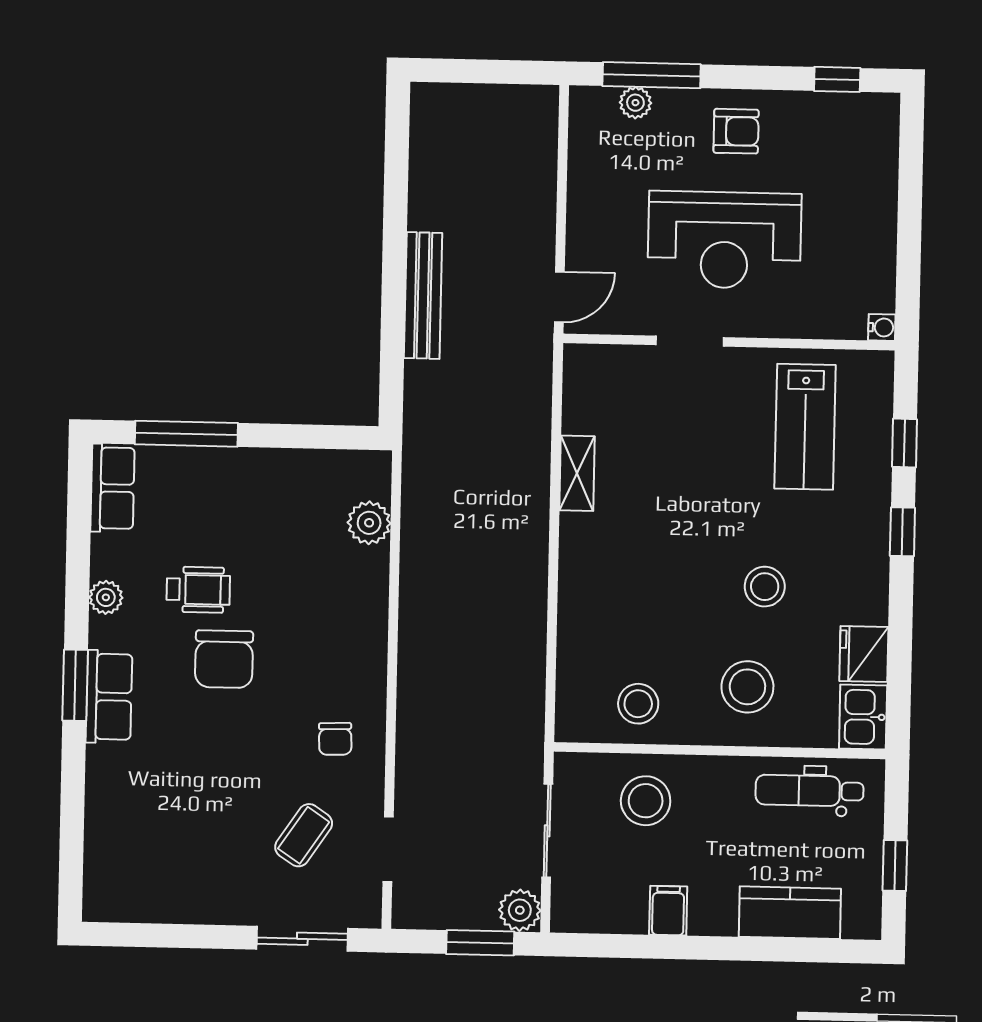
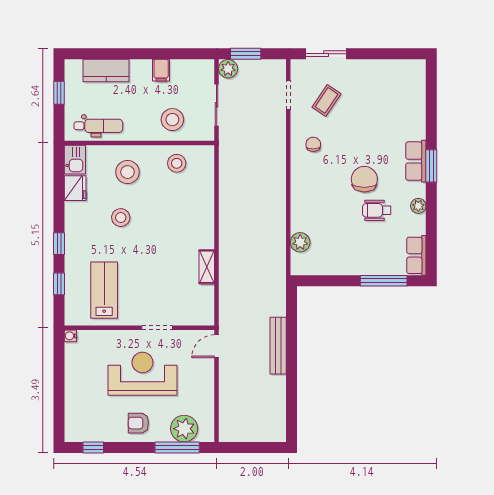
plant: (635, 103) -> (184, 429), width x1.87, depth x1.87

